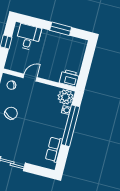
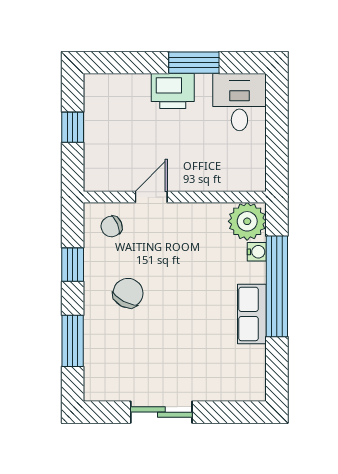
desk: (28, 37) -> (239, 102), moved
printer: (69, 78) -> (173, 91), moved, turned 180
row of seats: (54, 149) -> (252, 314), moved

